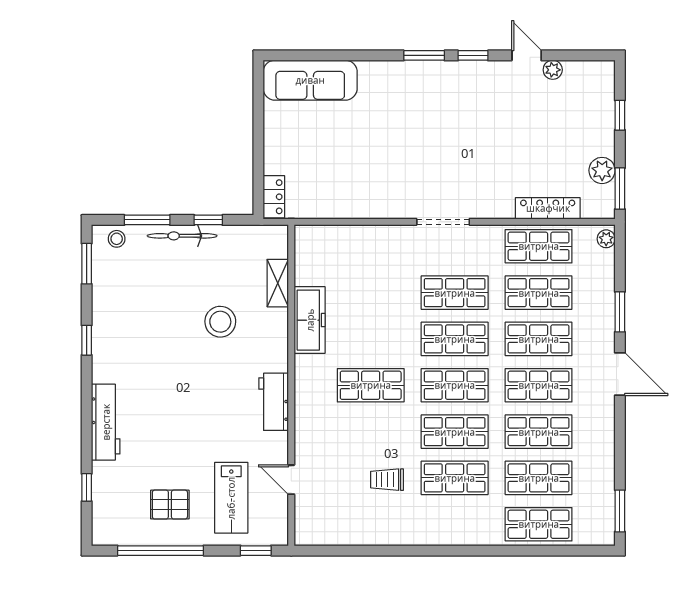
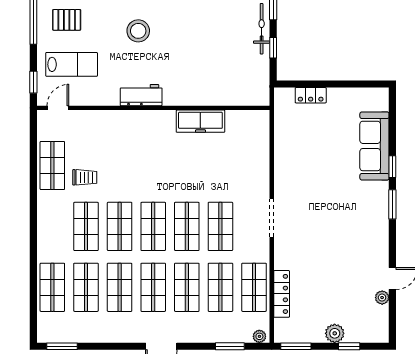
window: (473, 55) -> (392, 167), moved
sofa: (310, 80) -> (374, 146), moved
plant: (602, 170) -> (335, 333), moved
locker: (274, 197) -> (311, 95), moved
shelving: (278, 283) -> (227, 98), removed
window: (620, 312) -> (230, 346), moved
stool: (220, 322) -> (138, 31), moved
shop shelf: (371, 385) -> (52, 165), moved
door: (291, 480) -> (58, 108), moved
trolley: (387, 480) -> (85, 177), turned 90
lab bench: (231, 498) -> (72, 64), turned 180
pallet: (170, 505) -> (67, 20), turned 90

